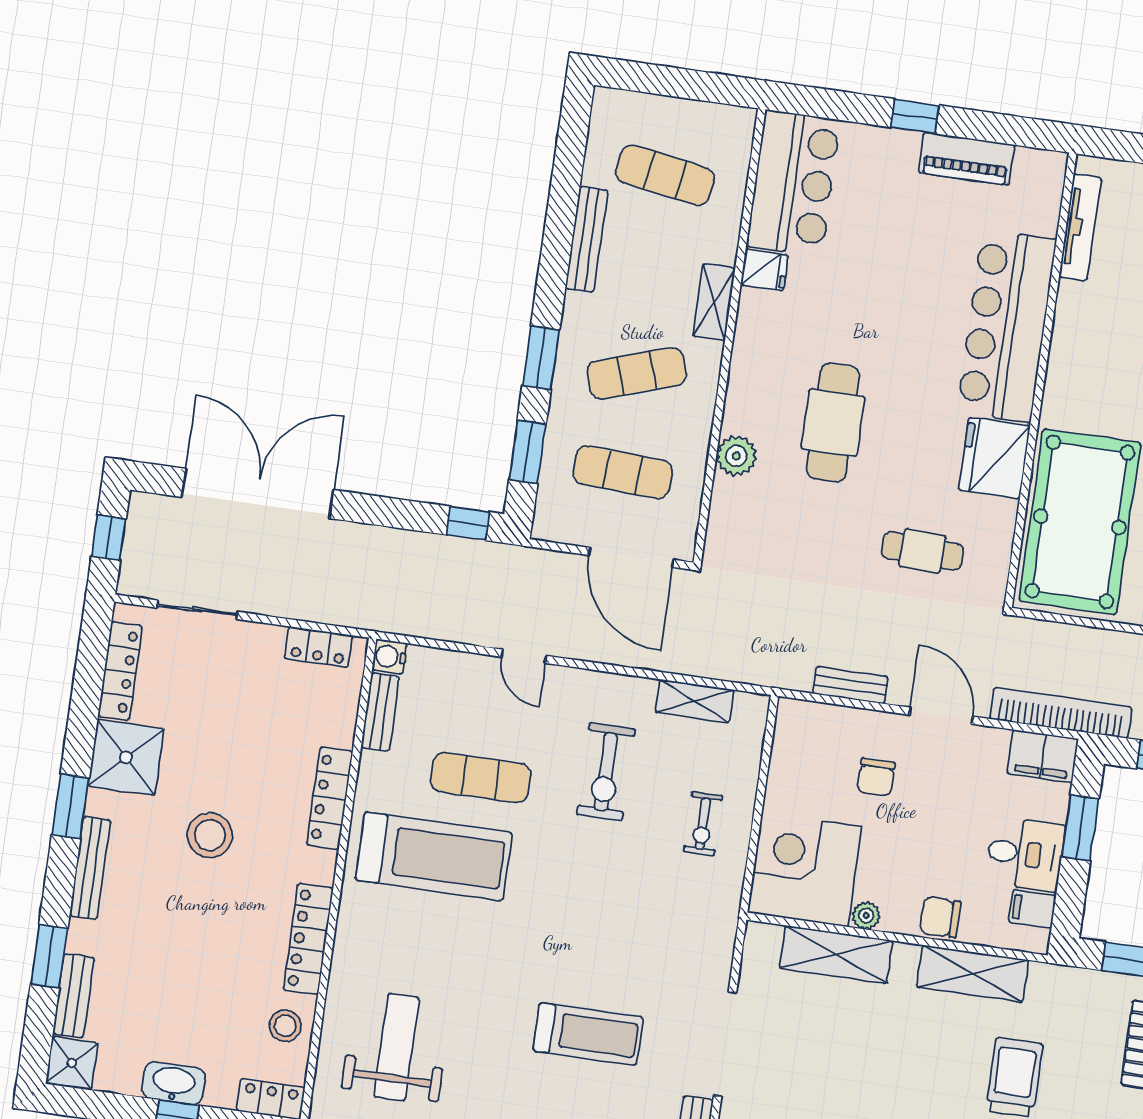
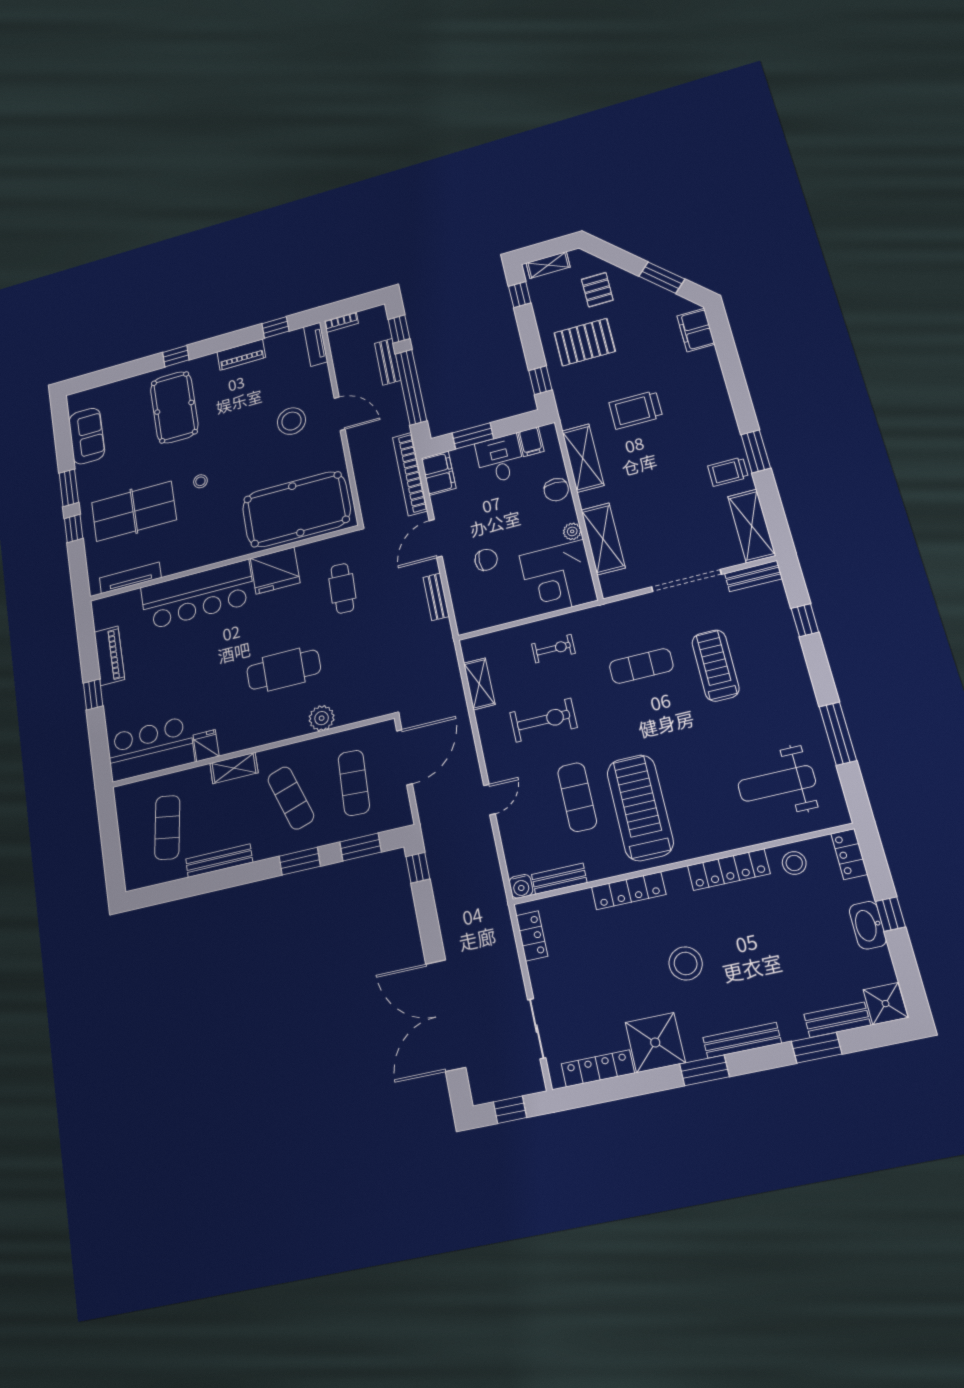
exercise mat: (628, 935) -> (641, 666), added

